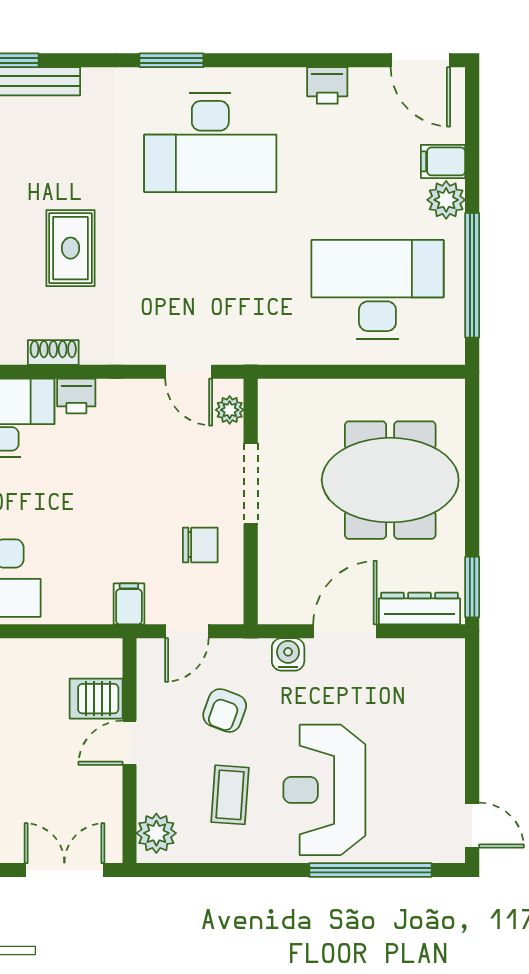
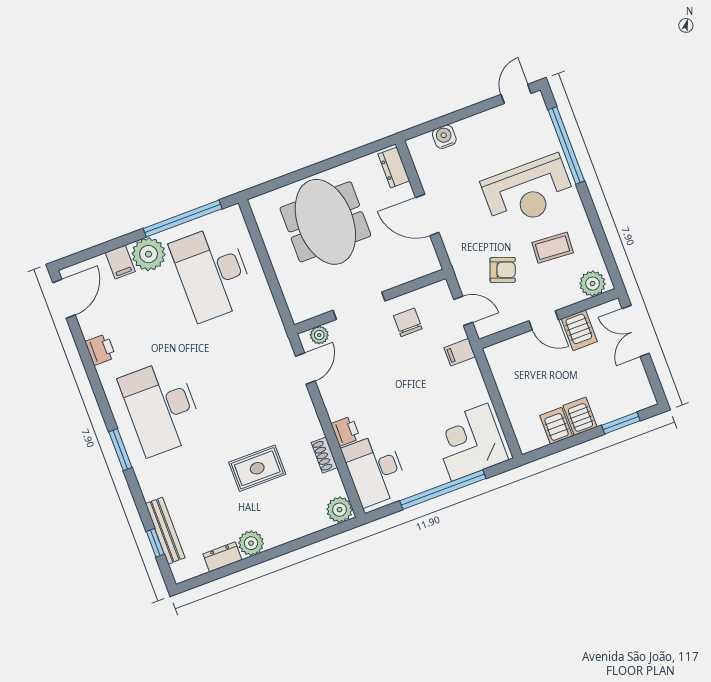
desk: (210, 143) -> (161, 407), turned 180
plant: (446, 200) -> (149, 254), width x1.36, depth x1.36
window: (472, 587) -> (372, 148), removed
dresser: (419, 608) -> (394, 167), width x0.70
water cooler: (288, 654) -> (444, 137), moved, turned 90
server rack: (96, 699) -> (579, 330), moved

